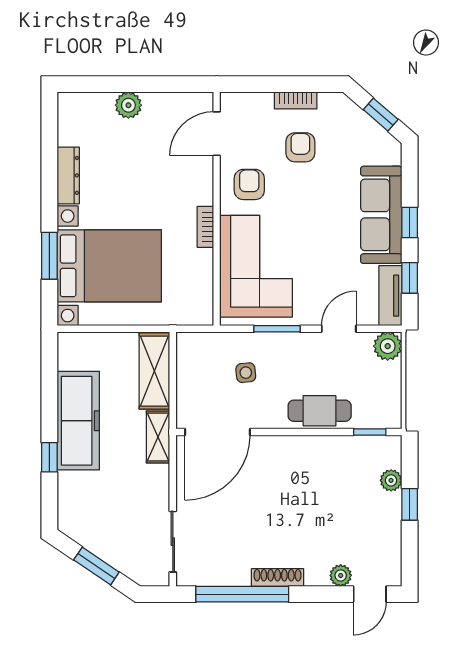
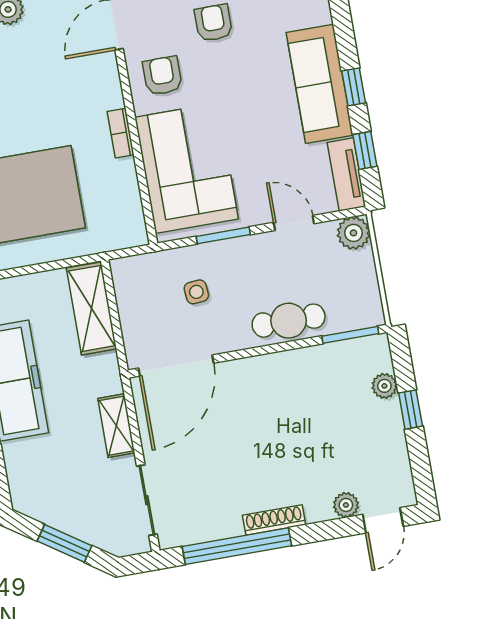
door: (339, 329) -> (294, 223), hinge flipped
window: (370, 432) -> (350, 335), width x1.50
shelving: (158, 437) -> (116, 426), moved

